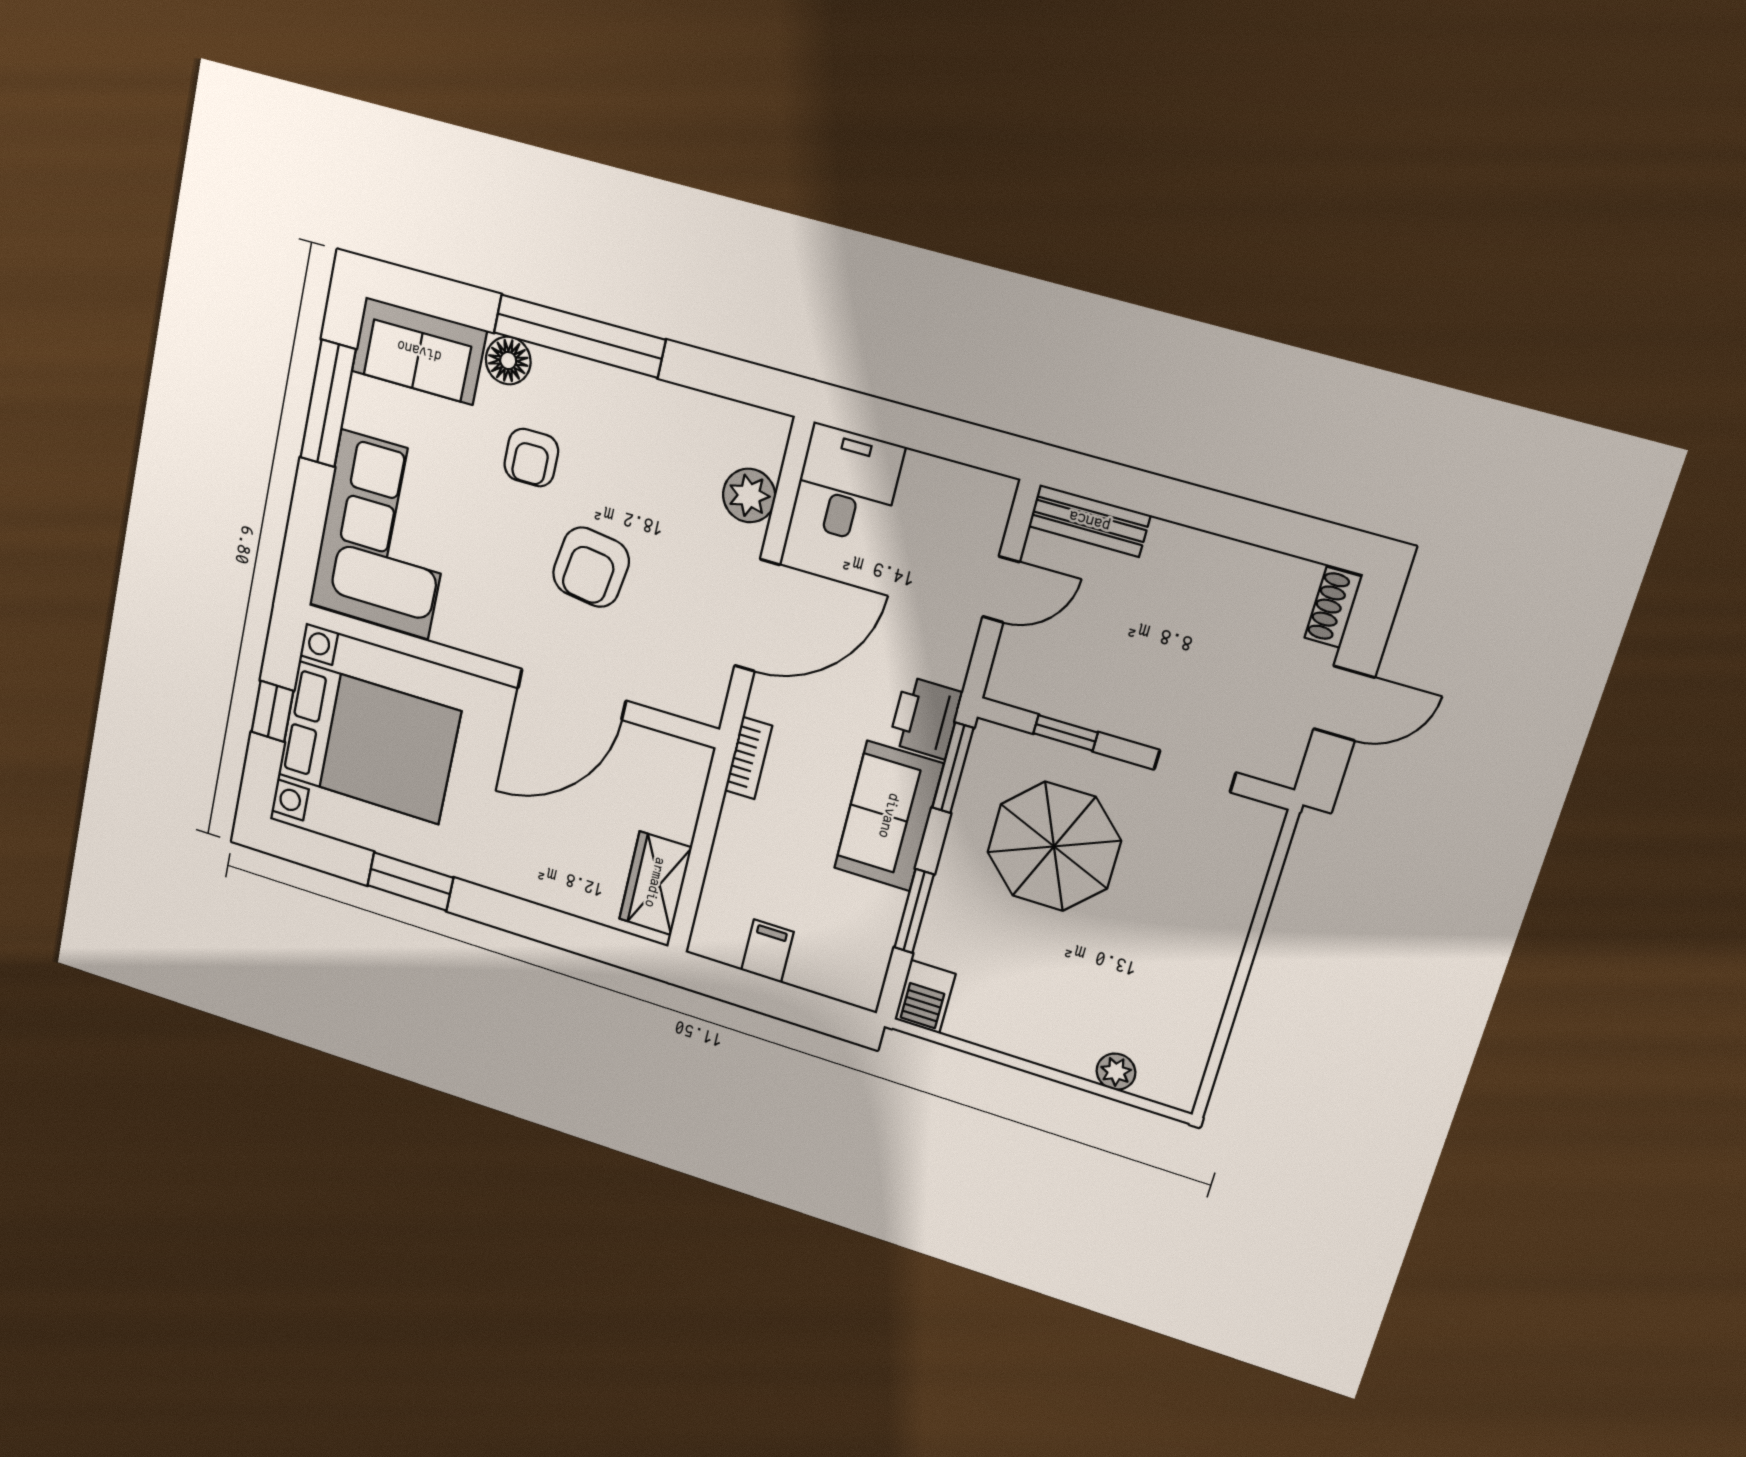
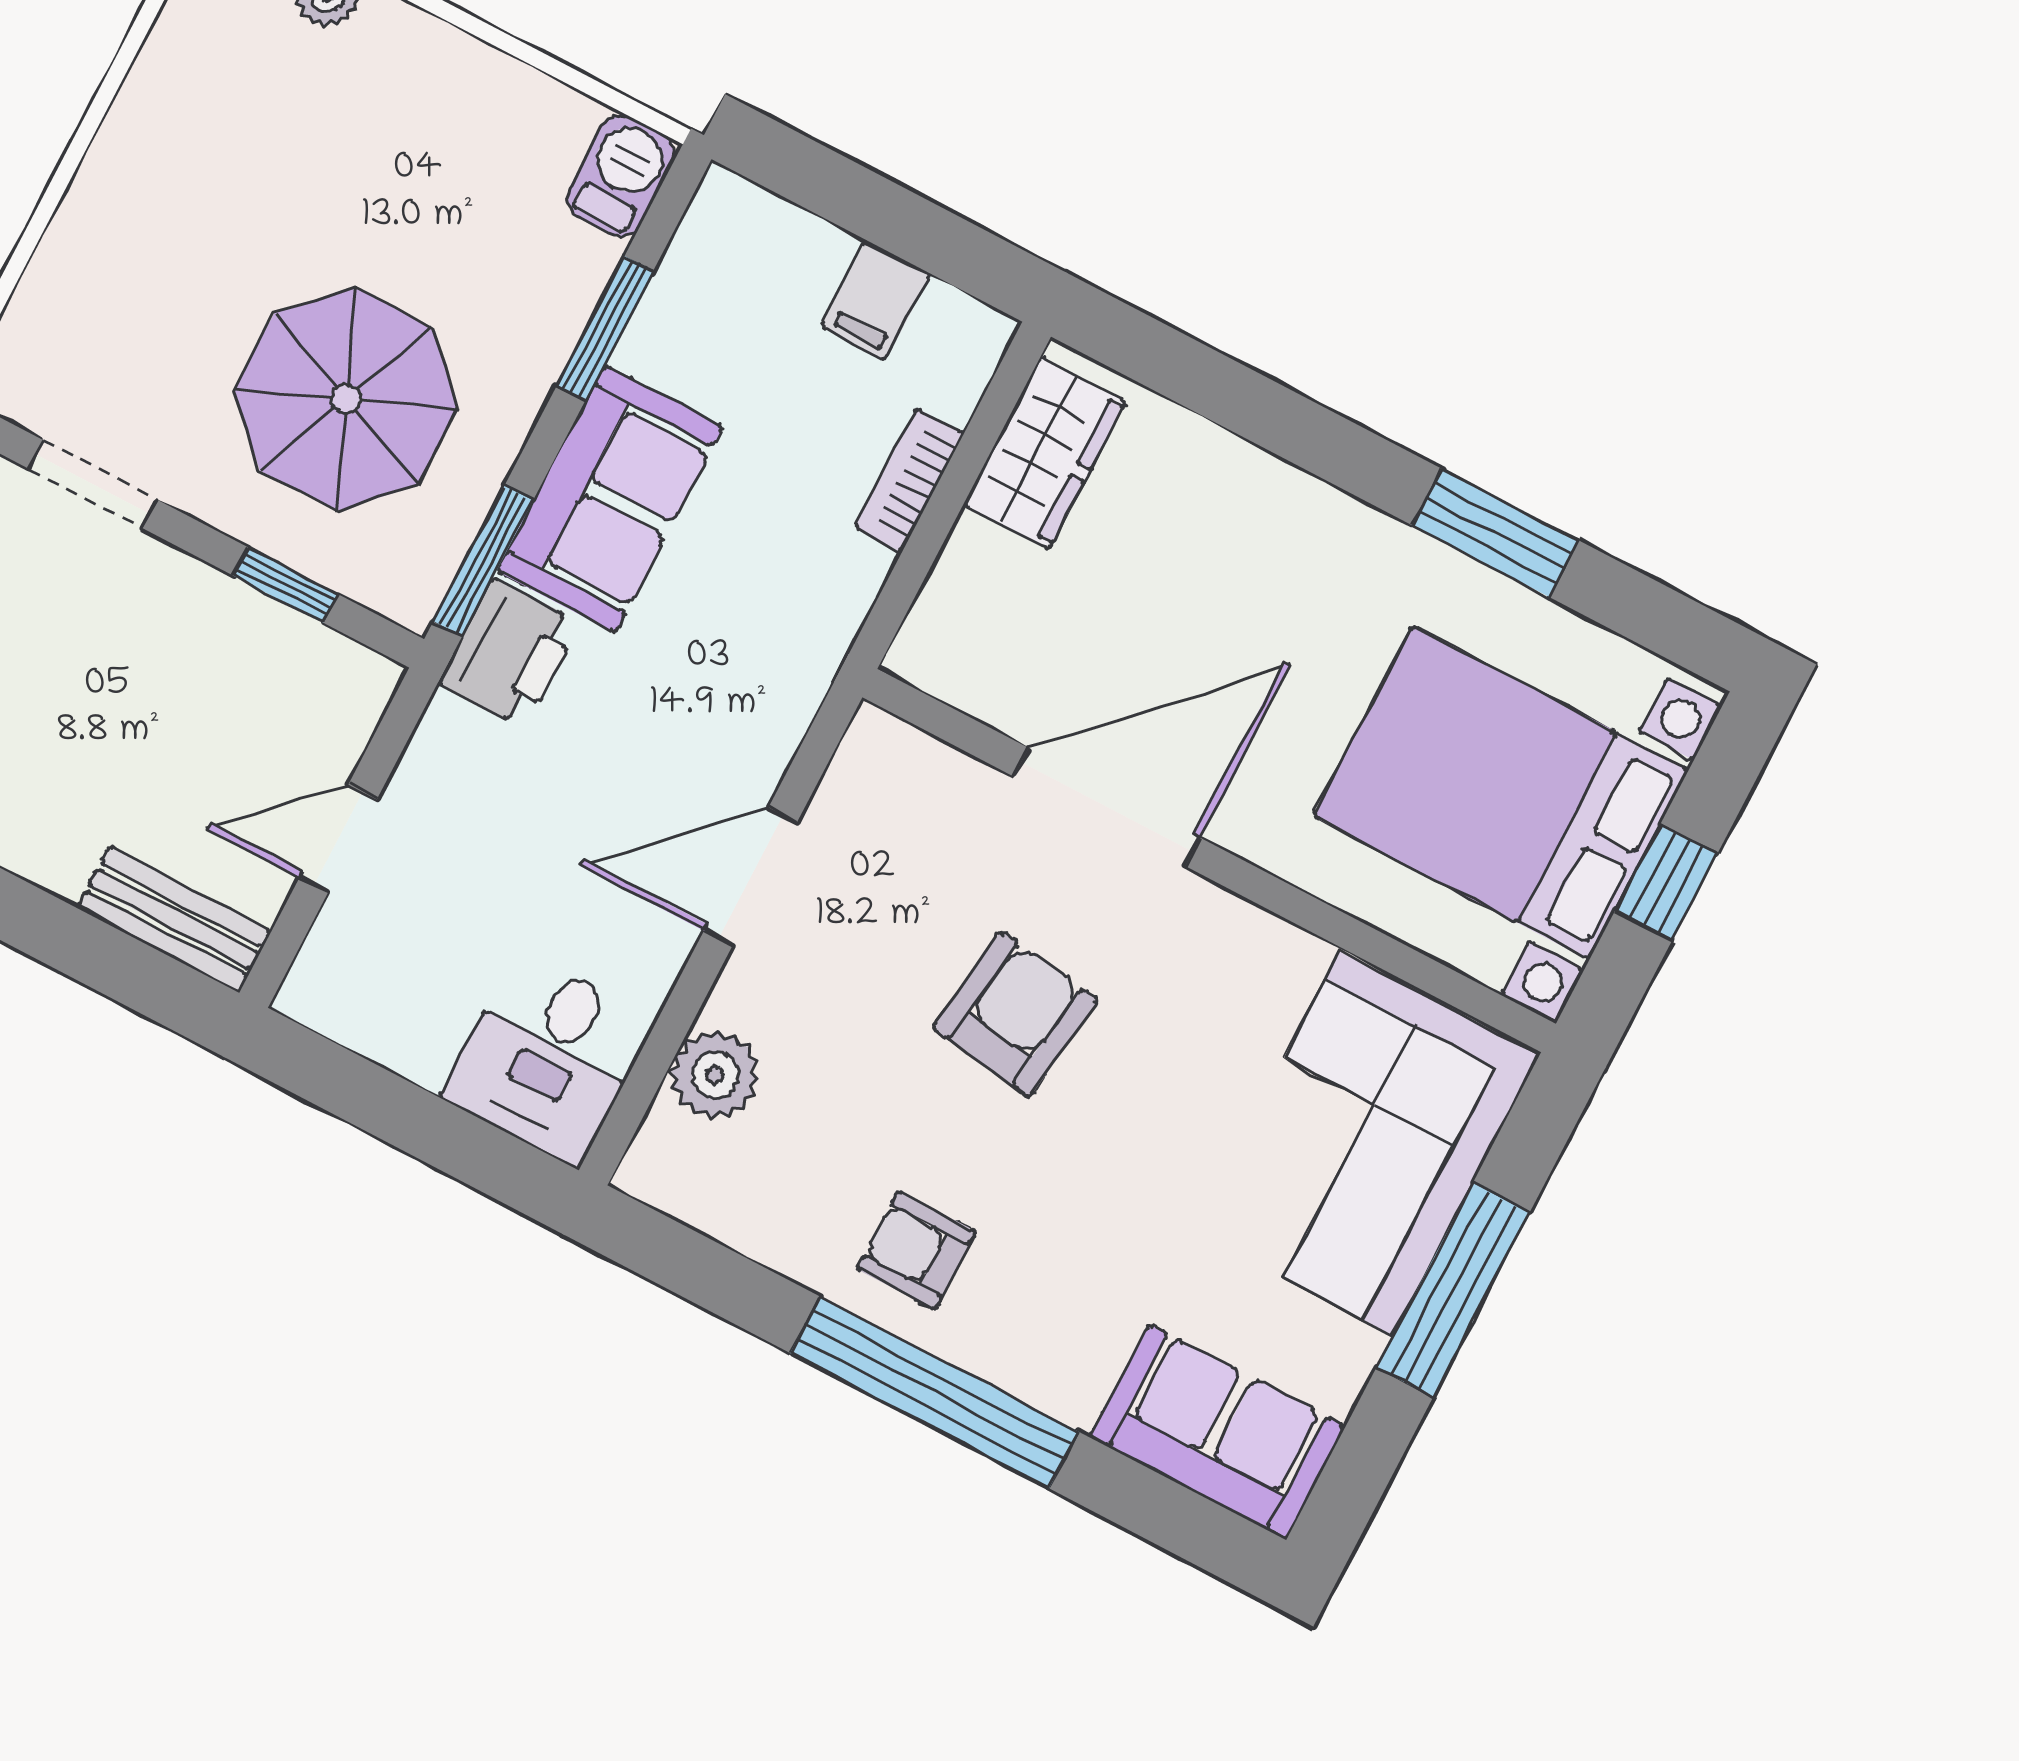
floor lamp: (508, 361) -> (1067, 1381), removed
window: (328, 403) -> (1453, 1290), moved
armchair: (531, 458) -> (916, 1250), moved, turned -90
door: (757, 616) -> (751, 877), width x0.73
bookcase: (748, 758) -> (909, 480), moved

